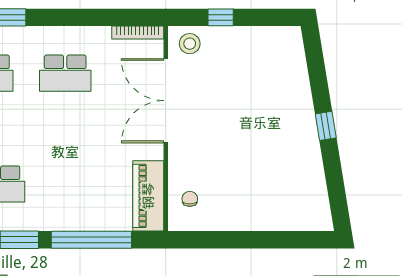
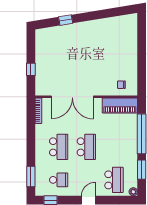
stool: (190, 44) -> (44, 85), removed
window: (326, 126) -> (66, 20), moved
school desk: (65, 129) -> (86, 147), added

